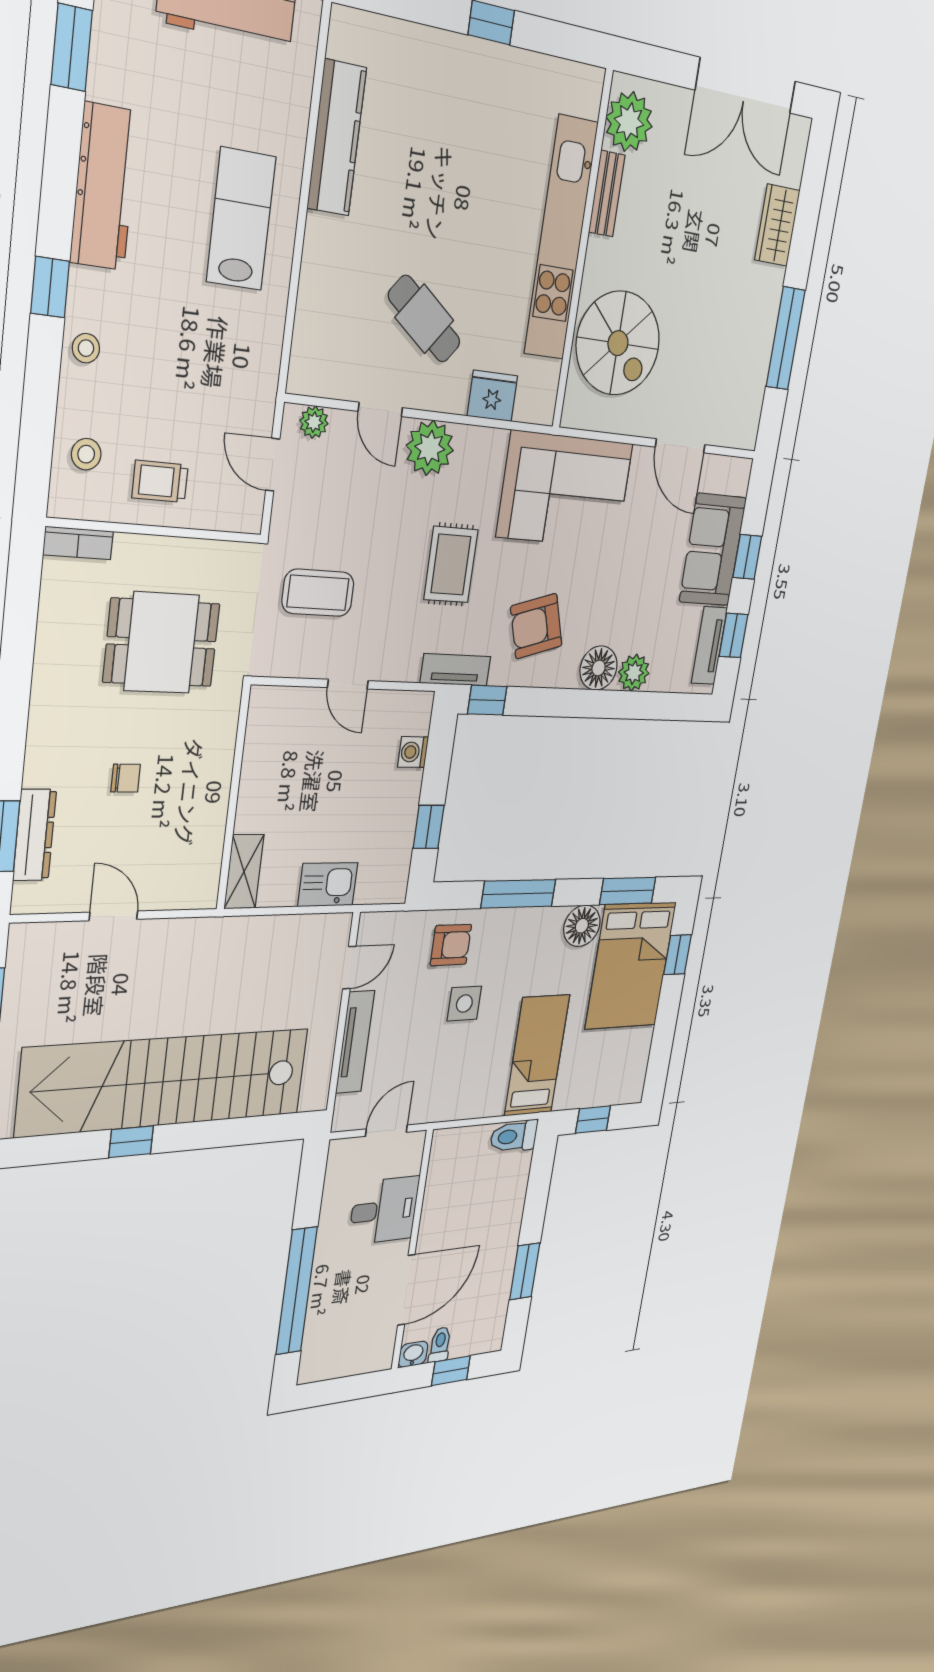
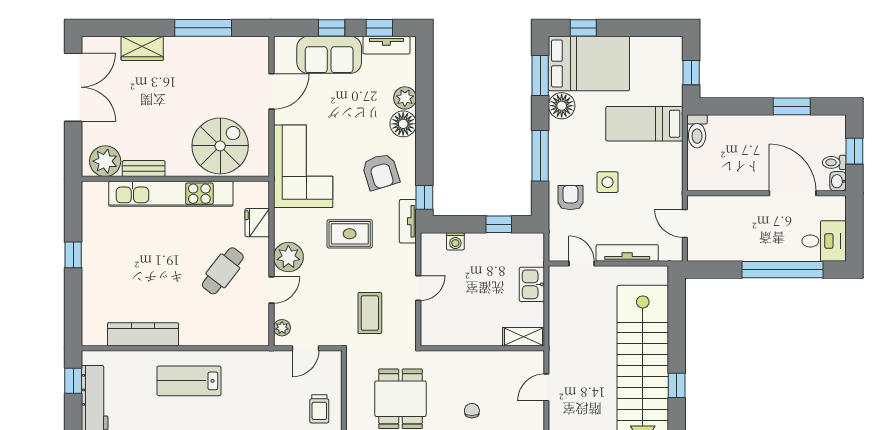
door: (113, 916) -> (546, 387), moved
desk: (384, 1210) -> (824, 241), moved, turned 90

